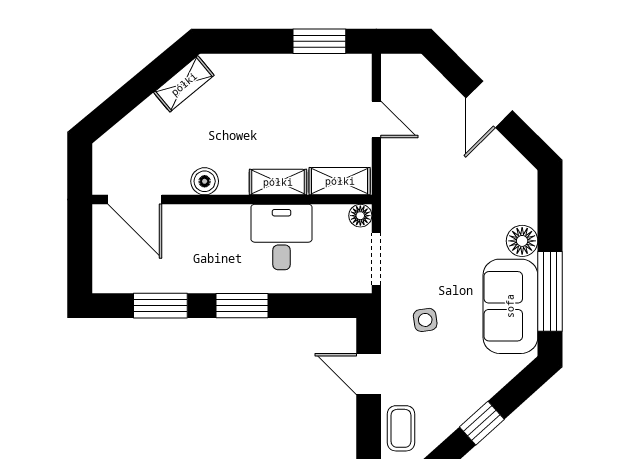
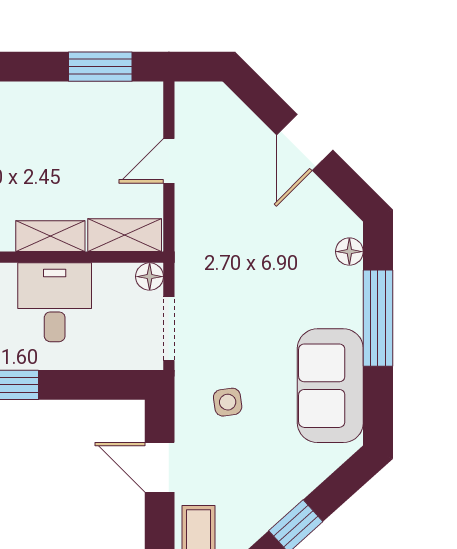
door: (376, 120) -> (169, 161), swing flipped
floor lamp: (522, 241) -> (349, 252), moved, width x0.73, depth x0.73
window: (550, 291) -> (378, 318), moved

